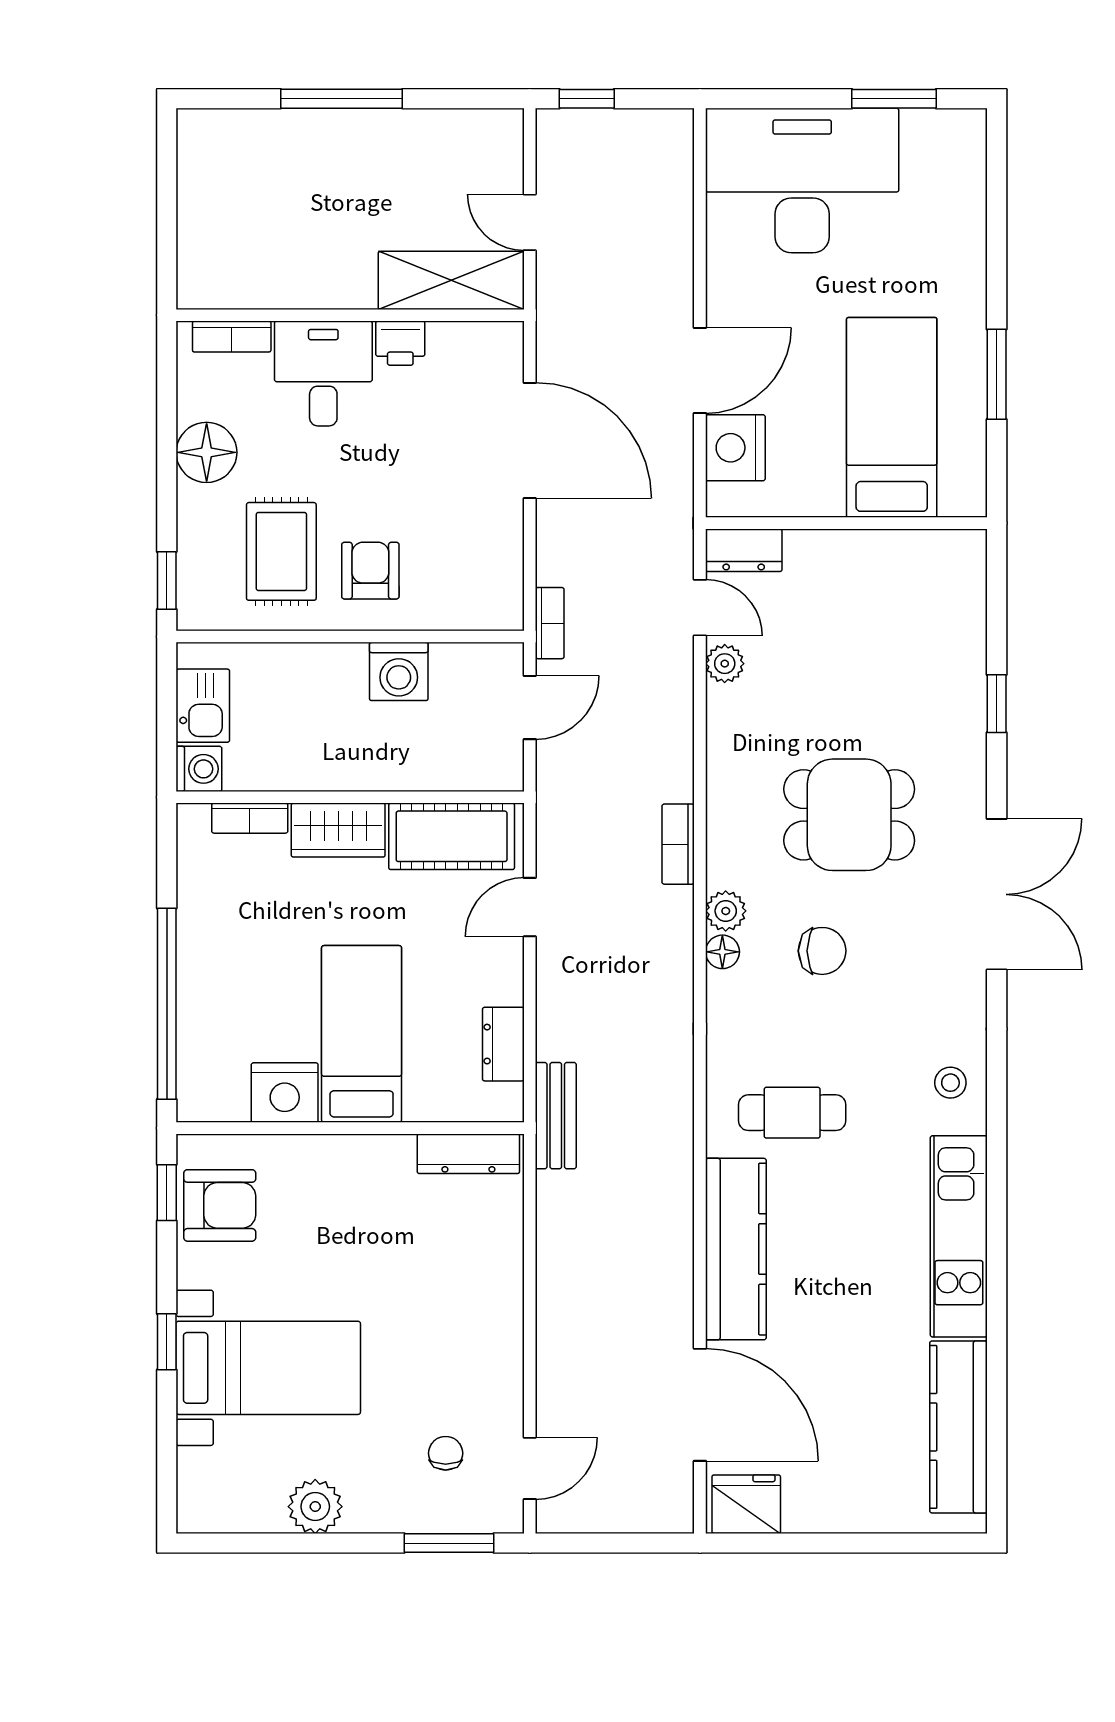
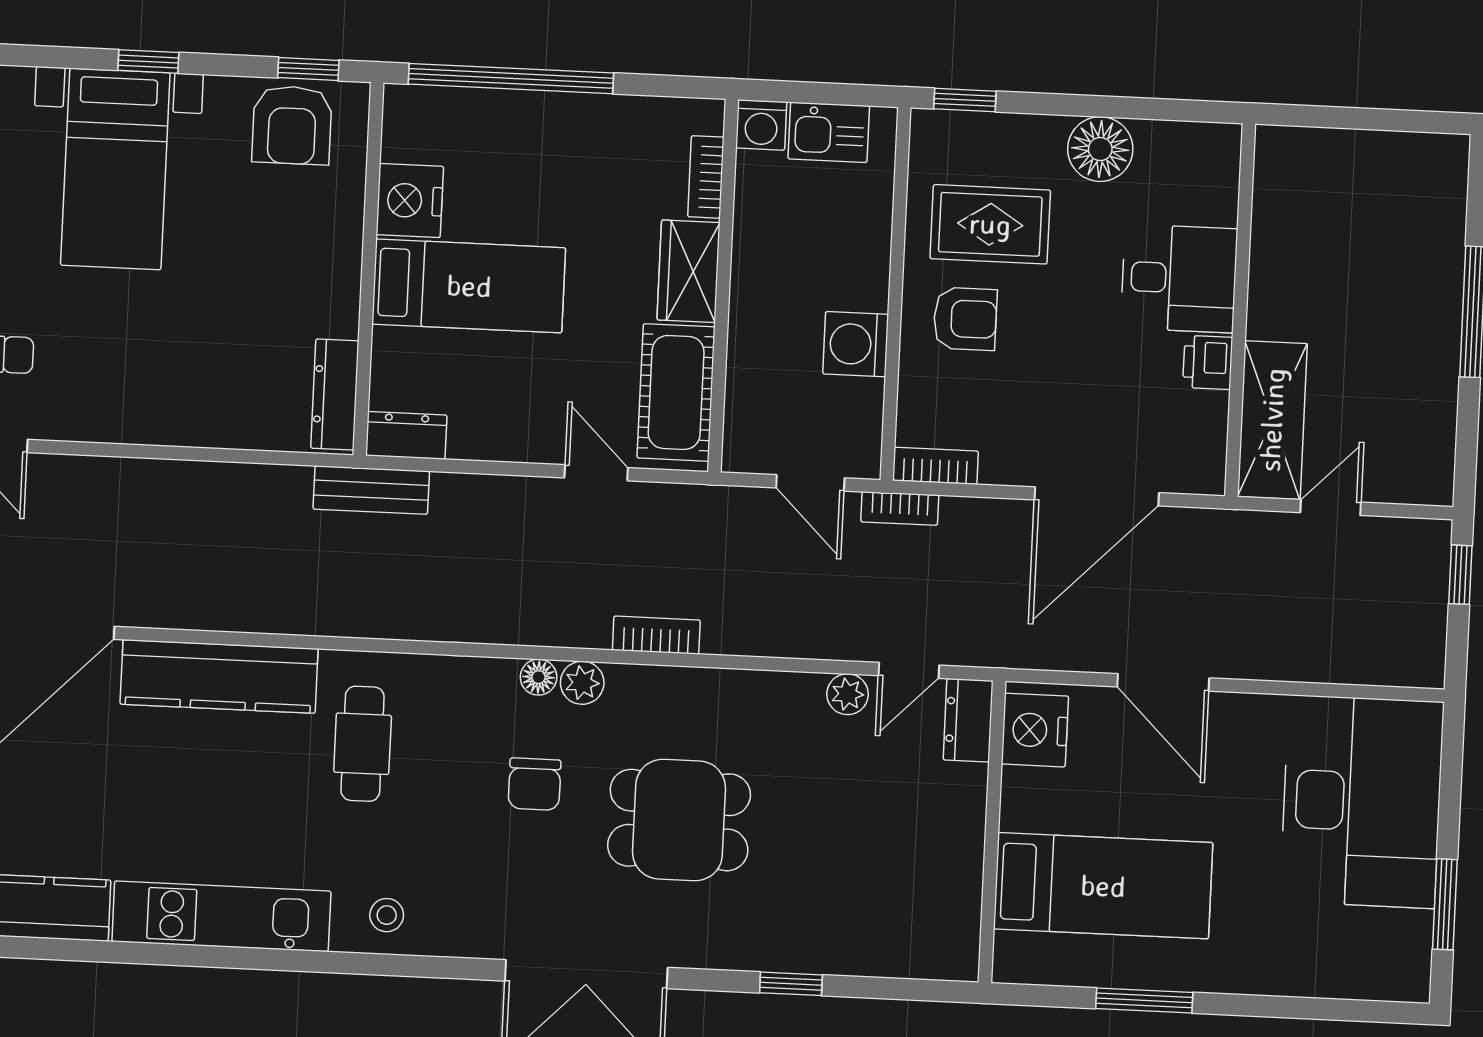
bookcase: (232, 337) -> (936, 466), moved, turned 90
nightstand: (735, 448) -> (1035, 730), moved, turned -90
dining table: (849, 815) -> (679, 820), turned 90
dresser: (503, 1044) -> (406, 435), moved

